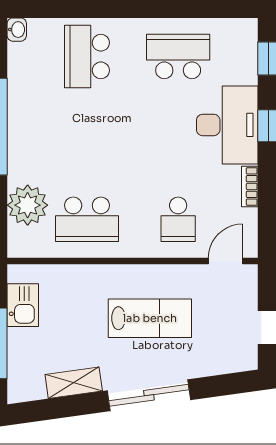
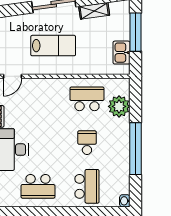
school desk: (178, 219) -> (87, 143), moved
lab bench: (150, 318) -> (53, 46), turned 180

